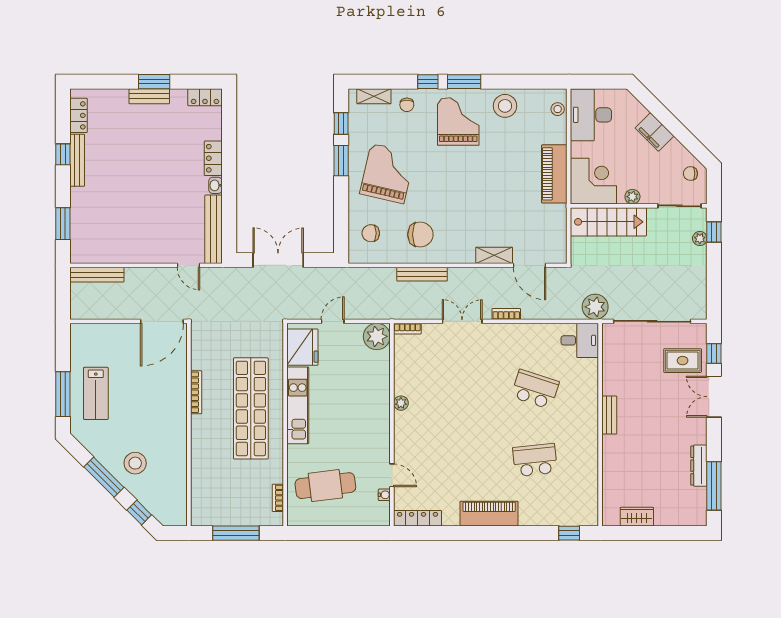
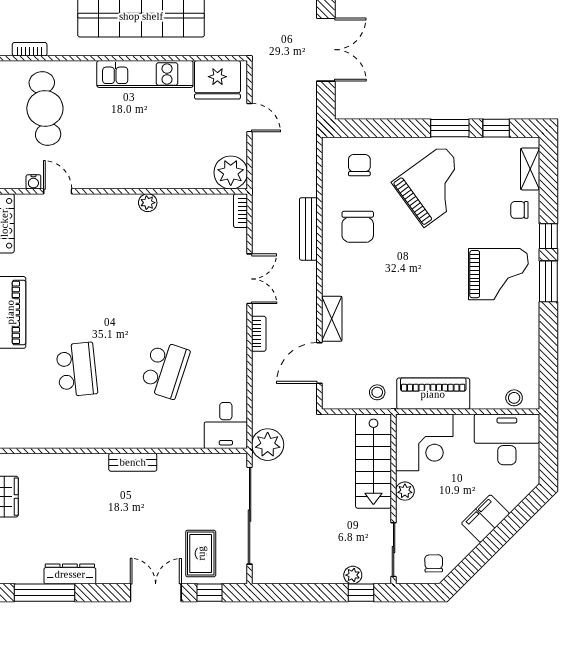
stool: (505, 106) -> (377, 392), moved, width x0.53, depth x0.53
grand piano: (387, 173) -> (434, 186), turned -49
door: (392, 475) -> (58, 191), swing flipped

